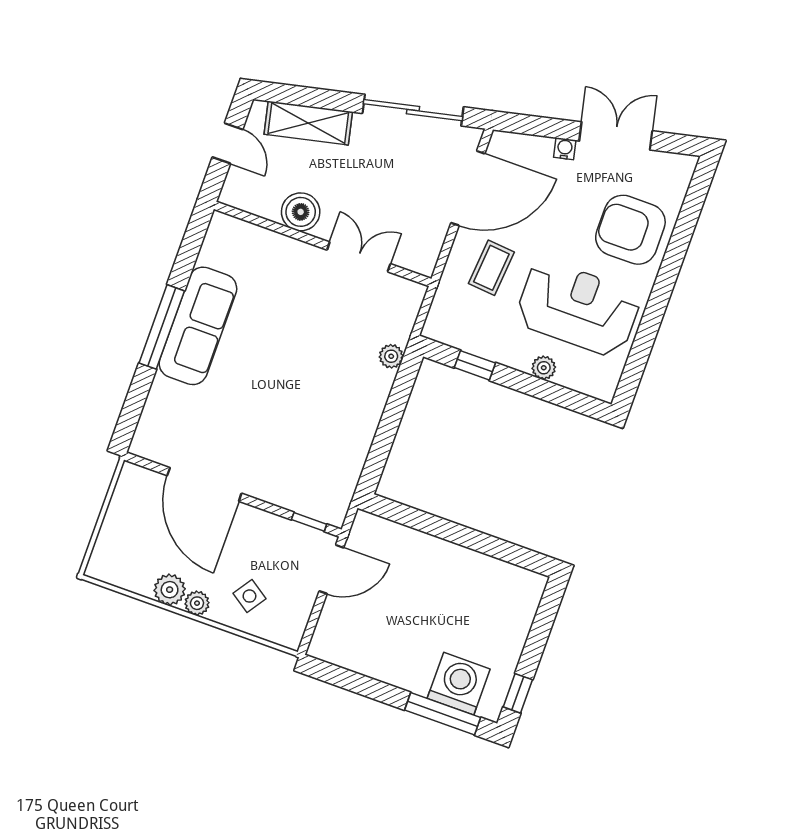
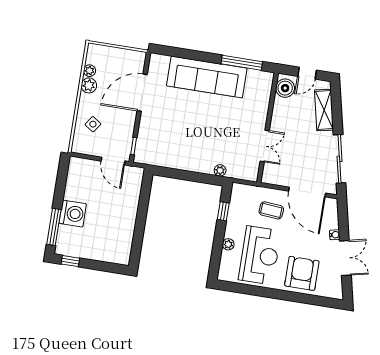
boiler: (301, 212) -> (285, 88), moved
sofa: (198, 326) -> (207, 77), width x1.36, depth x1.27
window: (162, 327) -> (242, 63), moved
plant: (197, 603) -> (89, 71), moved
washing machine: (459, 684) -> (73, 214), moved

